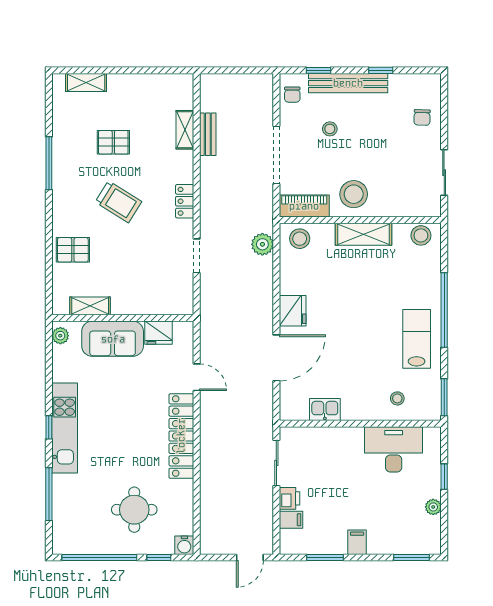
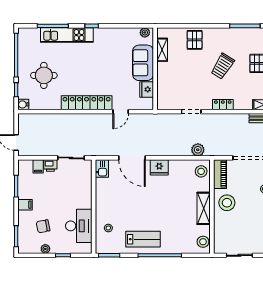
kitchen sink: (325, 410) -> (102, 169), moved
kitchen unit: (65, 428) -> (67, 35), moved
chair: (394, 511) -> (43, 226), added

